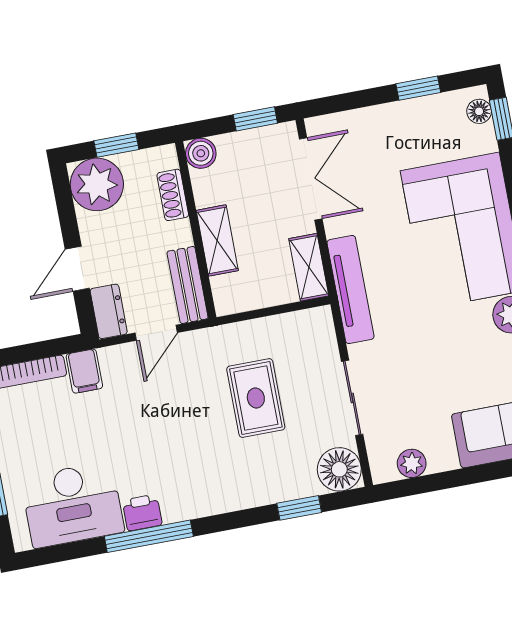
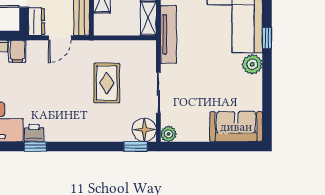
plant: (412, 463) -> (169, 134), moved
window: (299, 508) -> (136, 146), moved
window: (149, 536) -> (35, 146), width x0.46

